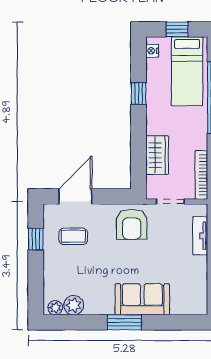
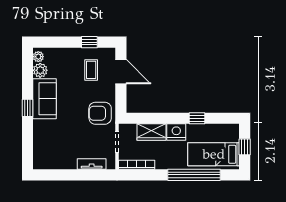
nightstand: (152, 51) -> (176, 132), moved, width x1.89, depth x1.79
sofa: (142, 299) -> (45, 99), moved
window: (124, 322) -> (28, 108), width x0.67

